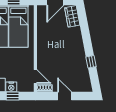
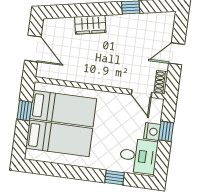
wardrobe: (72, 16) -> (90, 25), moved
door: (35, 76) -> (141, 94), swing flipped

